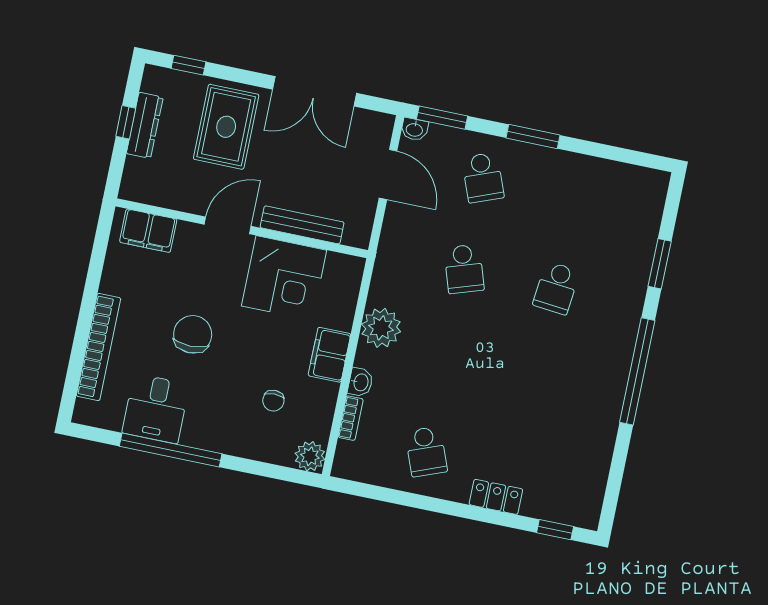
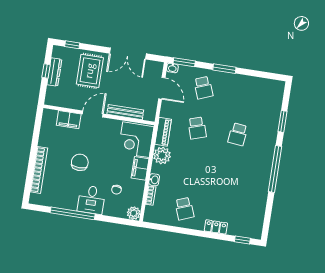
filing cabinet: (148, 231) -> (69, 120), moved
piano: (386, 274) -> (163, 132), added
corner desk: (284, 278) -> (136, 140), moved, turned 90
desk: (156, 409) -> (91, 200), moved

